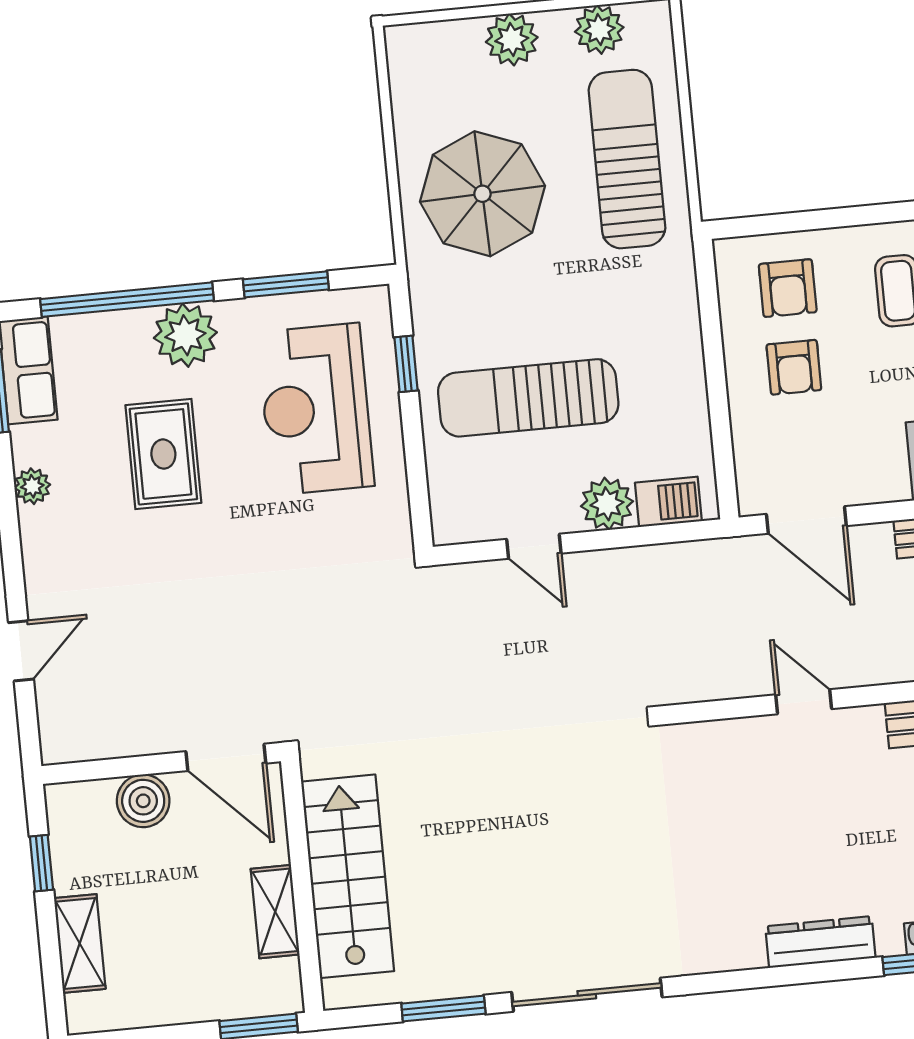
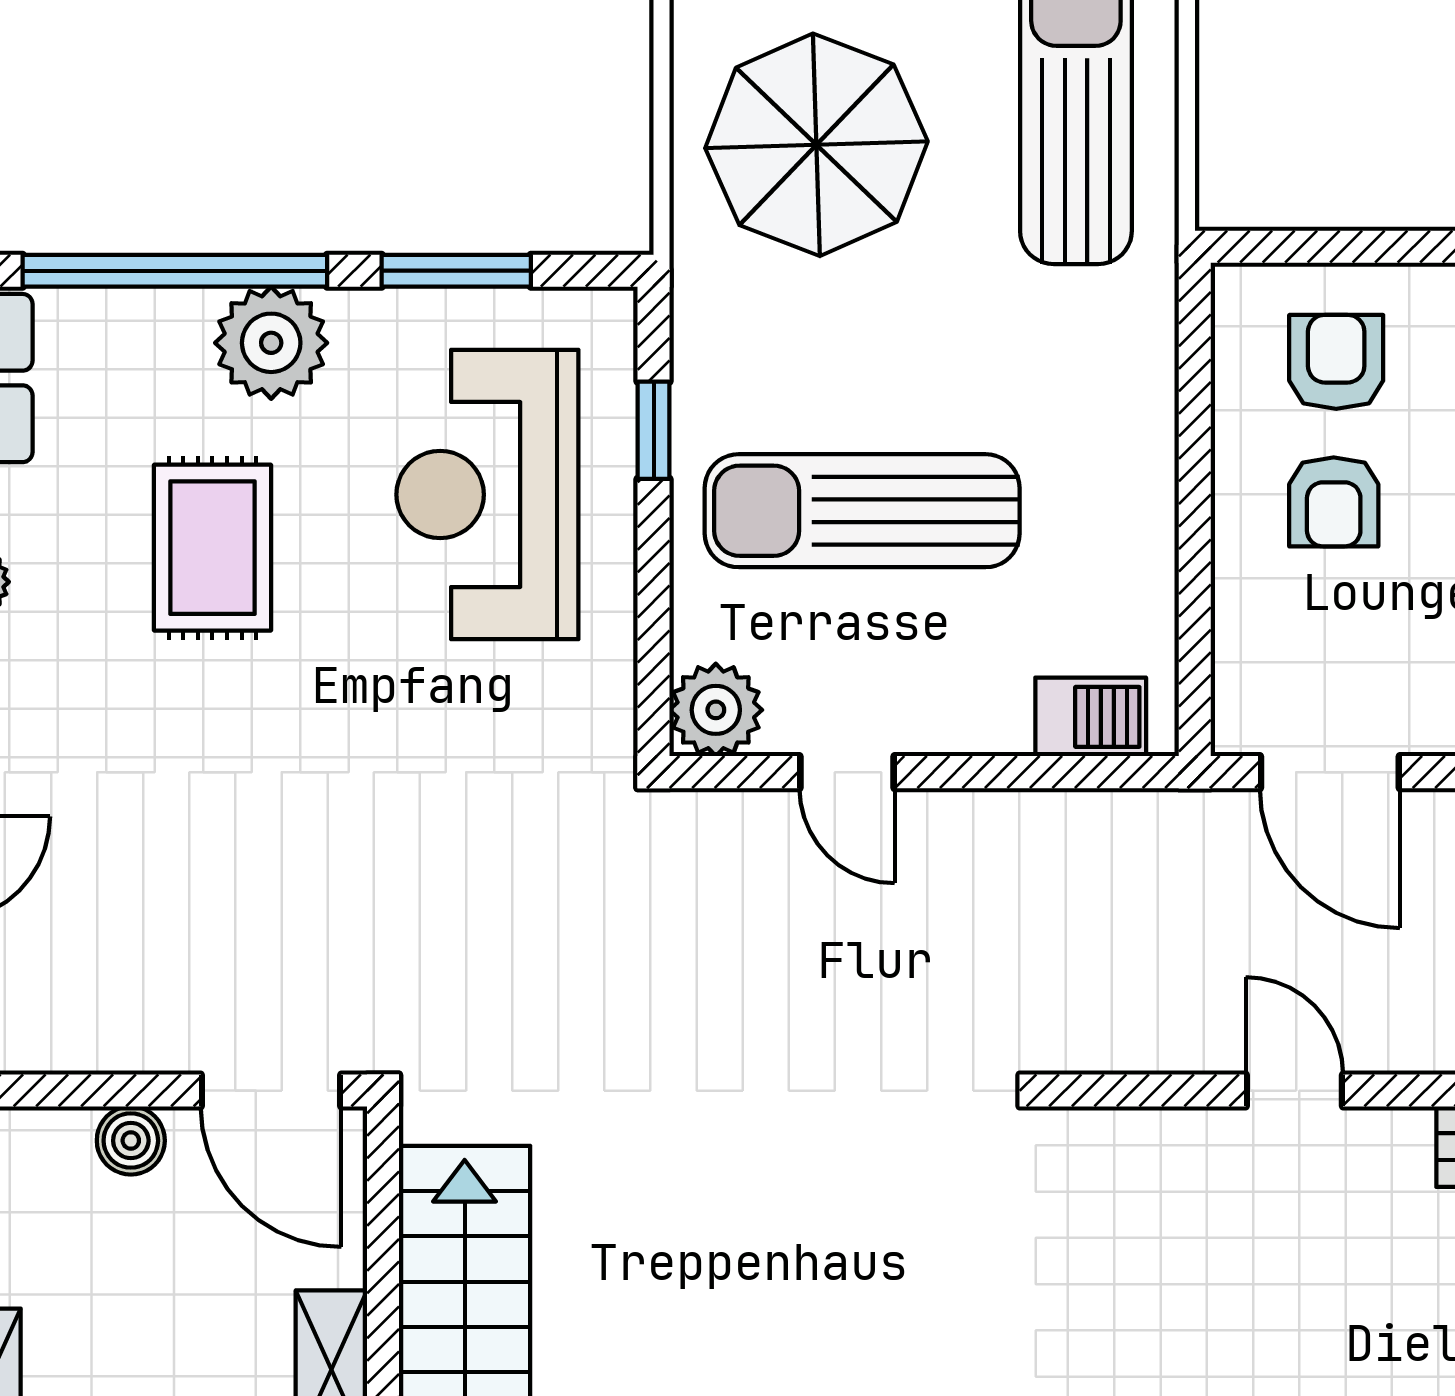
armchair: (788, 288) -> (1336, 362), turned 180
plant: (607, 504) -> (716, 710), moved
boiler: (143, 801) -> (131, 1141), width x0.73, depth x0.73

